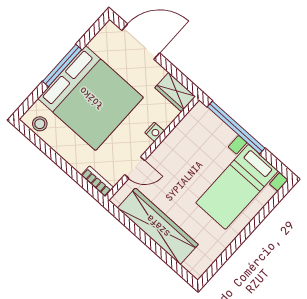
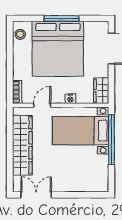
door: (135, 168) -> (42, 105), swing flipped
bed with nightstands: (237, 187) -> (81, 131), moved
double door: (223, 258) -> (36, 195), added

